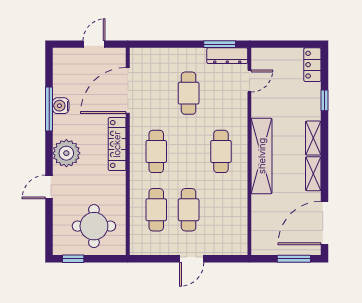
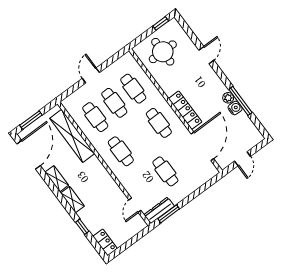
plant: (66, 153) -> (228, 98), moved, width x0.53, depth x0.53
shelving: (262, 156) -> (72, 136), moved
cafe table: (221, 210) -> (95, 117), added

